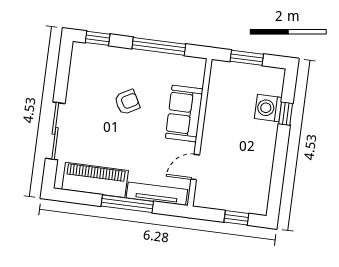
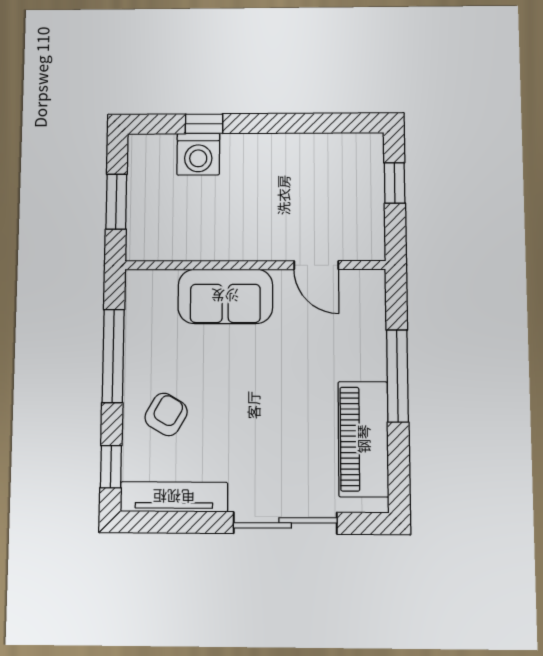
armchair: (127, 102) -> (166, 414), moved, turned 59
tv unit: (157, 194) -> (174, 497), moved, turned 90

